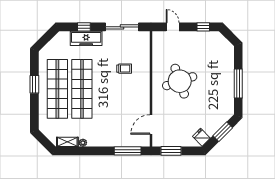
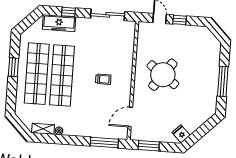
window: (203, 27) -> (180, 20), moved
freezer: (86, 38) -> (59, 23), moved
trolley: (124, 69) -> (103, 79), moved
round table: (180, 81) -> (163, 75), turned -35
window: (223, 132) -> (203, 130), removed

